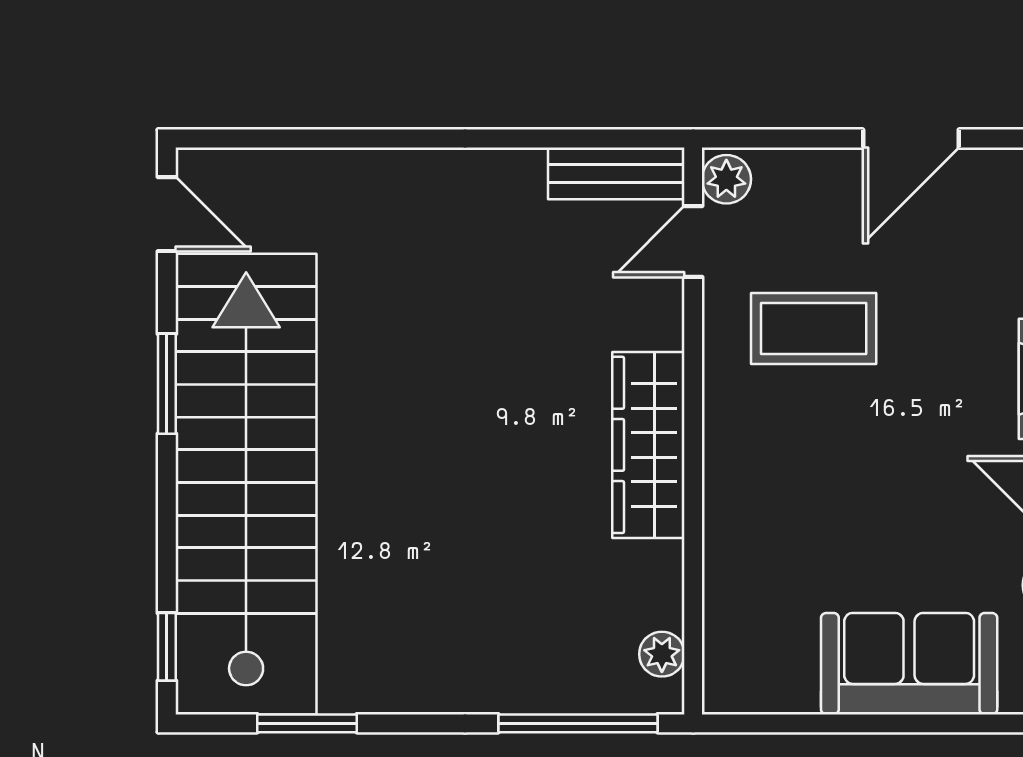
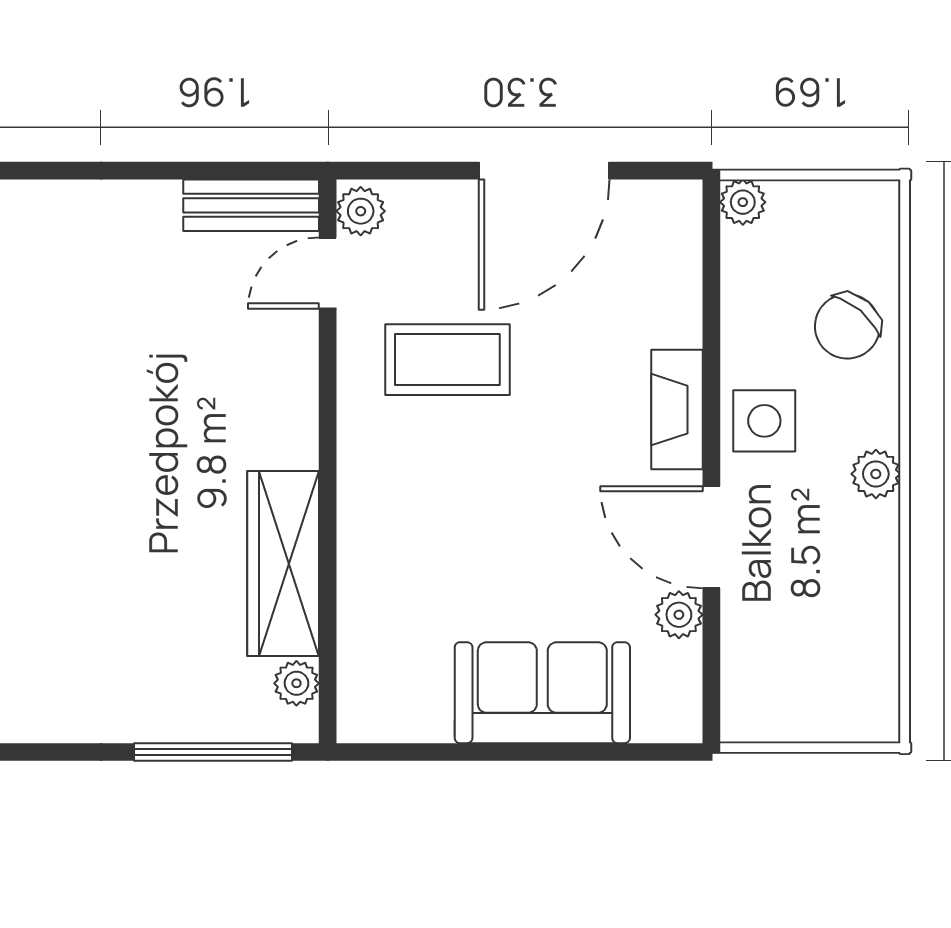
door: (911, 139) -> (544, 171), width x1.36
wardrobe: (648, 445) -> (283, 564), moved

